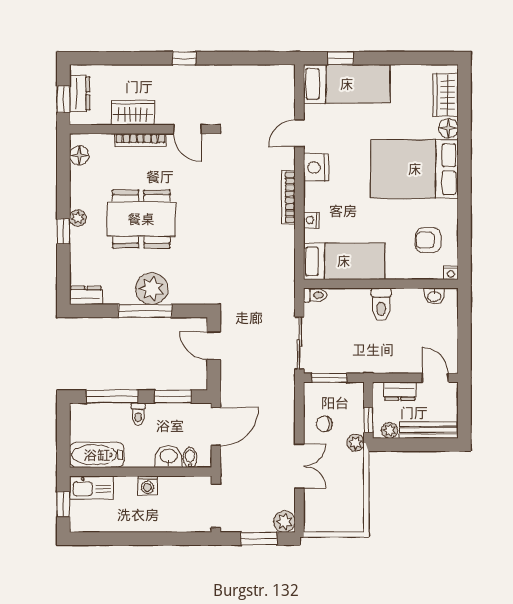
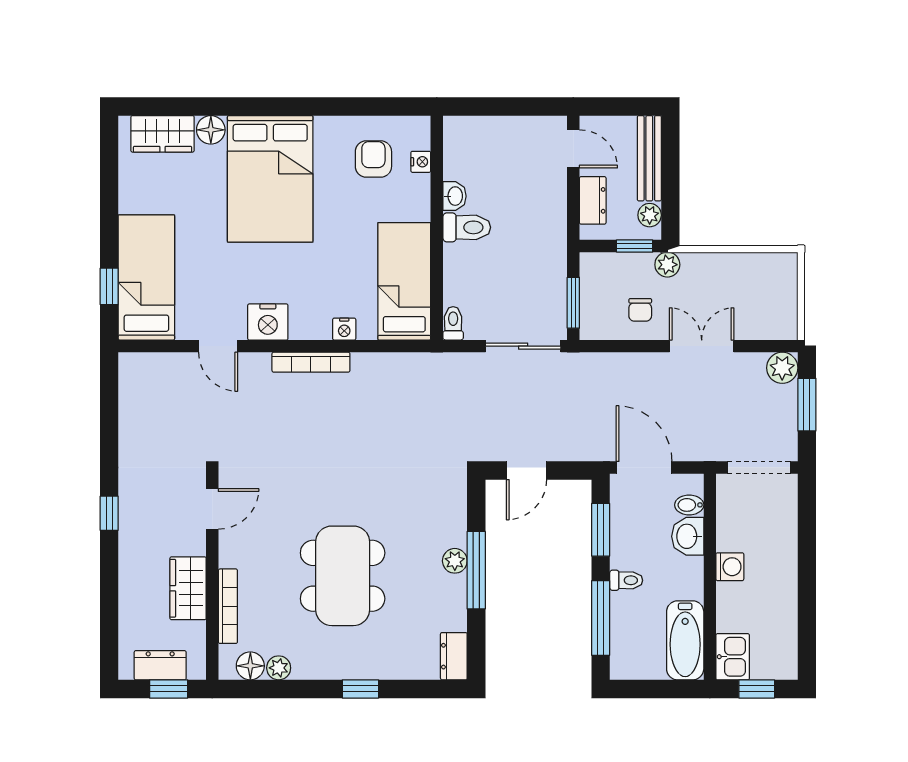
bookcase: (140, 140) -> (228, 606), moved
plant: (78, 218) -> (279, 668), moved
armchair: (428, 240) -> (373, 159), turned 180
nightstand: (451, 273) -> (421, 162), moved
plant: (152, 289) -> (455, 561), width x0.53, depth x0.53
washbasin: (434, 296) -> (455, 196), moved
door: (435, 378) -> (573, 149), swing flipped
kitchen sink: (92, 488) -> (733, 657), width x0.73

